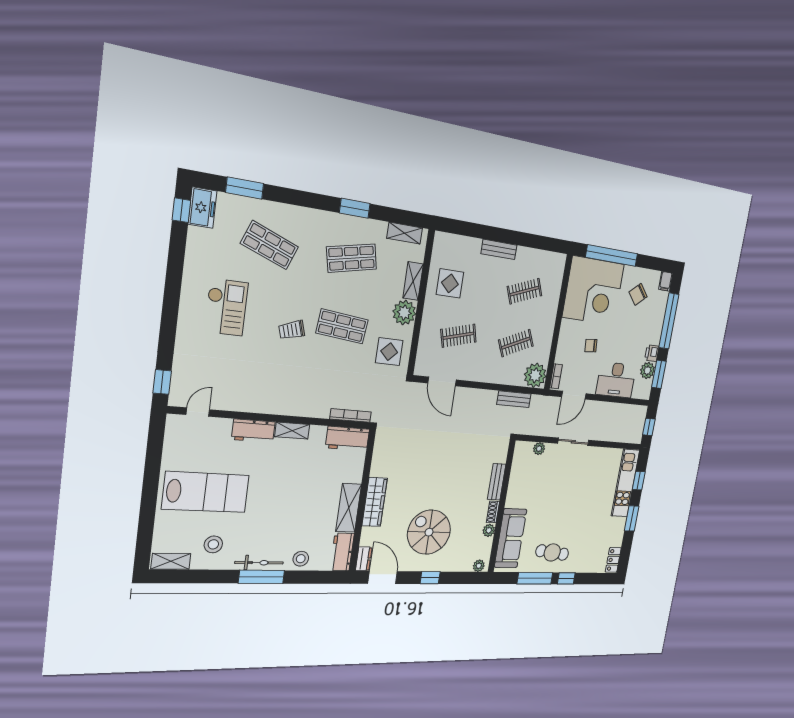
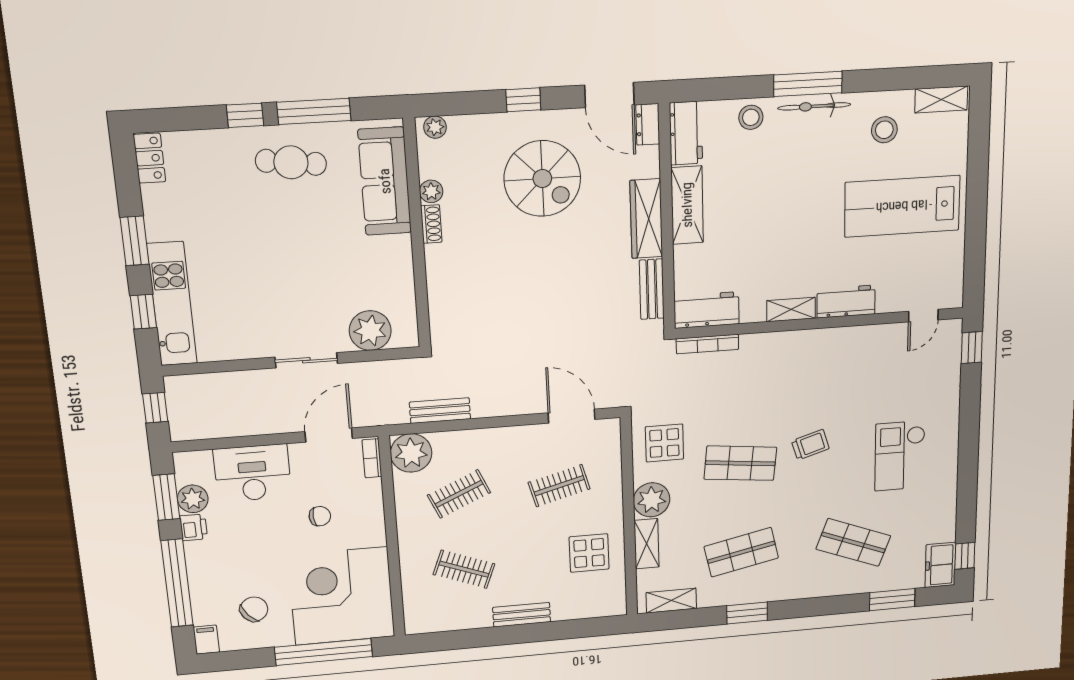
clothes rail: (525, 291) -> (464, 569), turned 42
plant: (539, 449) -> (370, 331), width x1.87, depth x1.87
bench: (497, 482) -> (652, 289), moved

